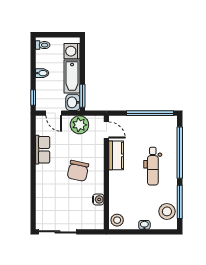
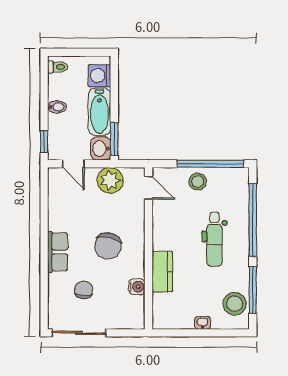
row of seats: (43, 150) -> (58, 252), moved
kitchen counter: (116, 155) -> (162, 272), moved
chair: (61, 202) -> (84, 290), added
stool: (117, 220) -> (198, 182), moved

